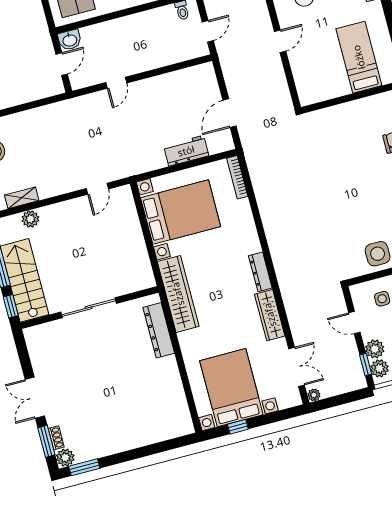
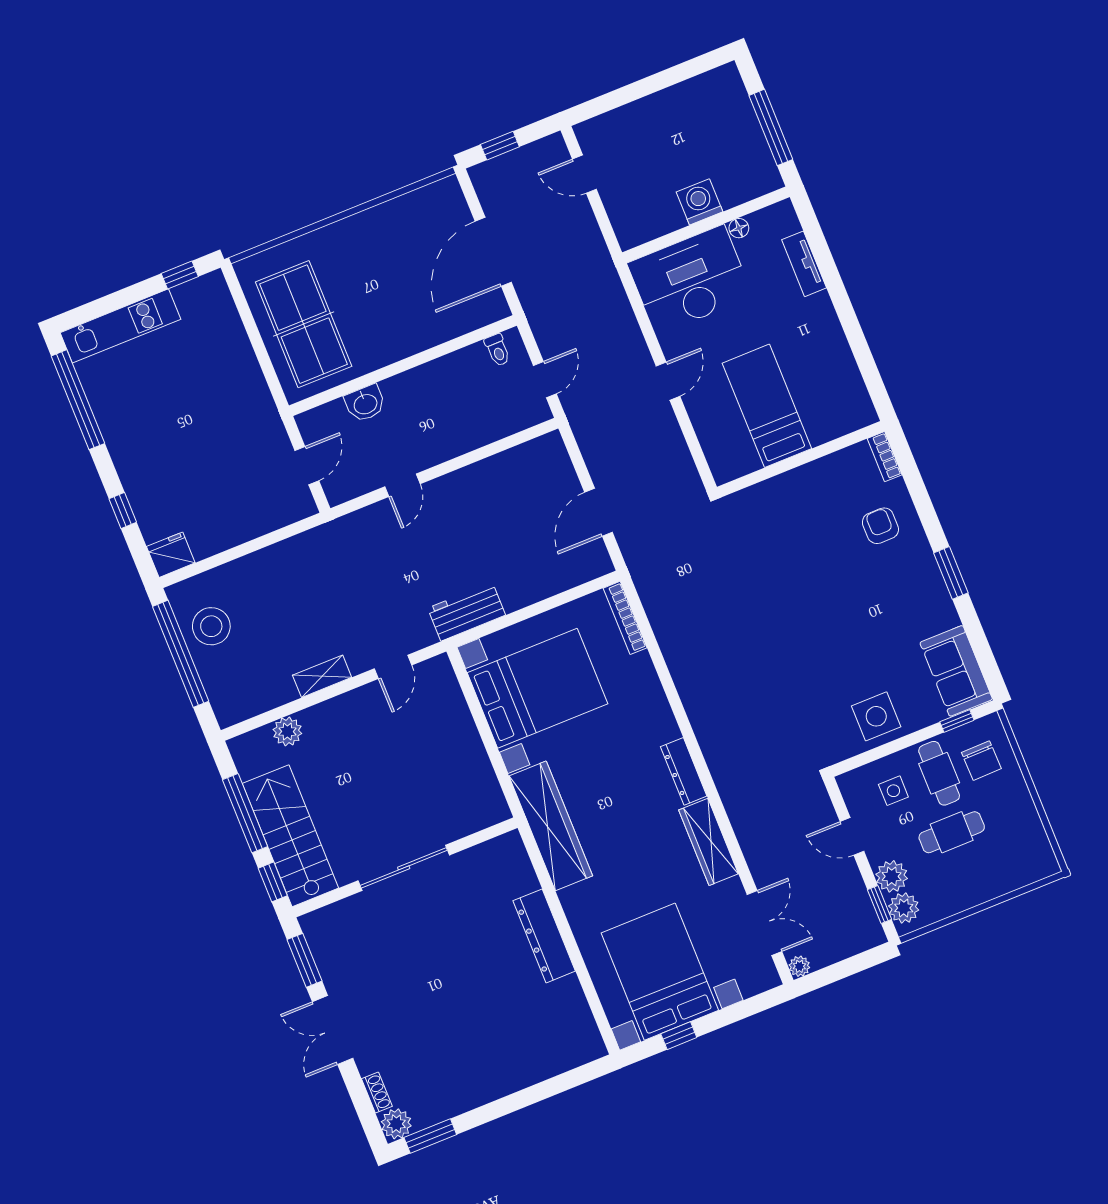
washbasin: (70, 40) -> (365, 403), moved
bed: (359, 57) -> (767, 406), moved
workbench: (186, 151) -> (467, 612), moved
shelving: (22, 198) -> (322, 676), moved
dresser: (159, 330) -> (544, 936), moved
window: (46, 441) -> (304, 960), moved

